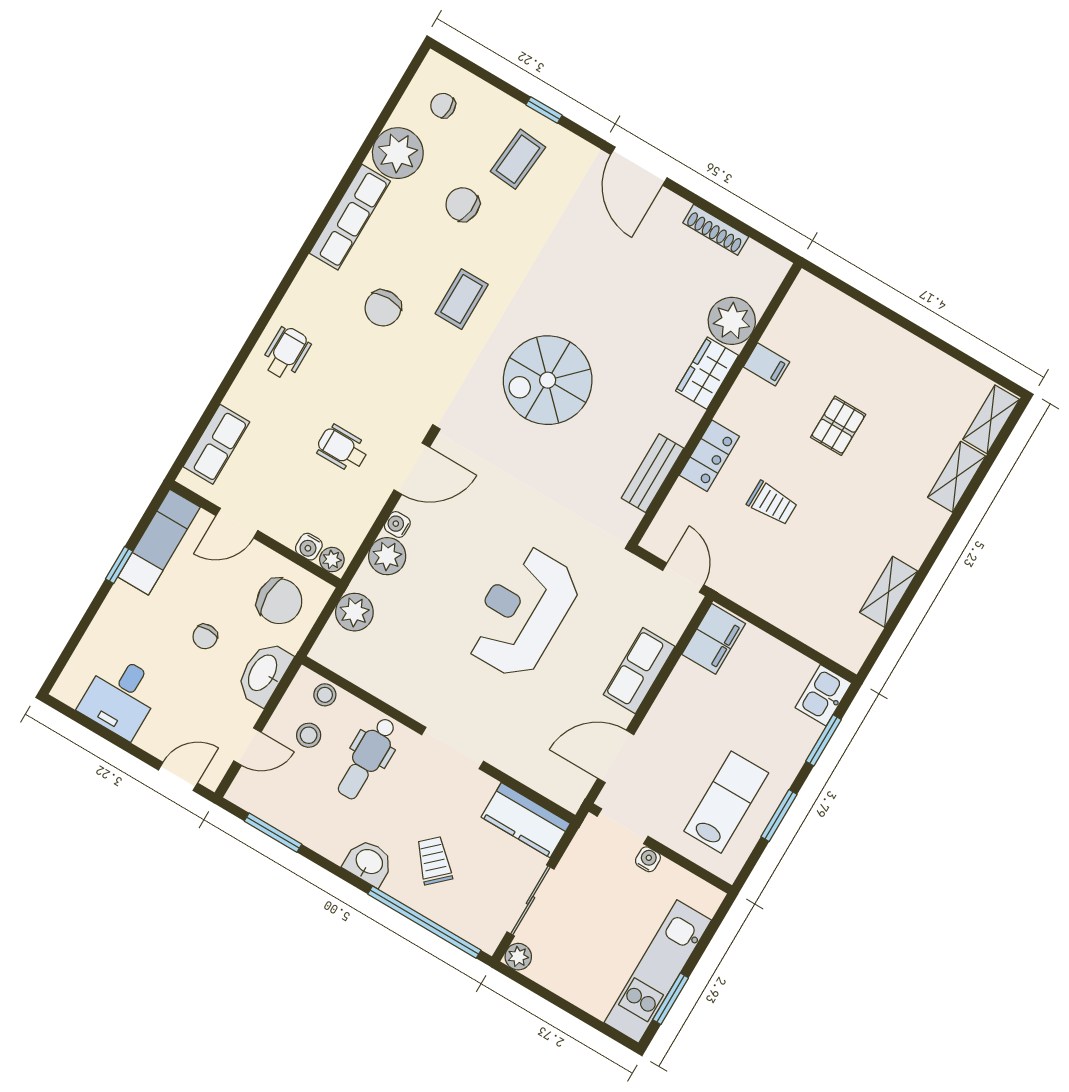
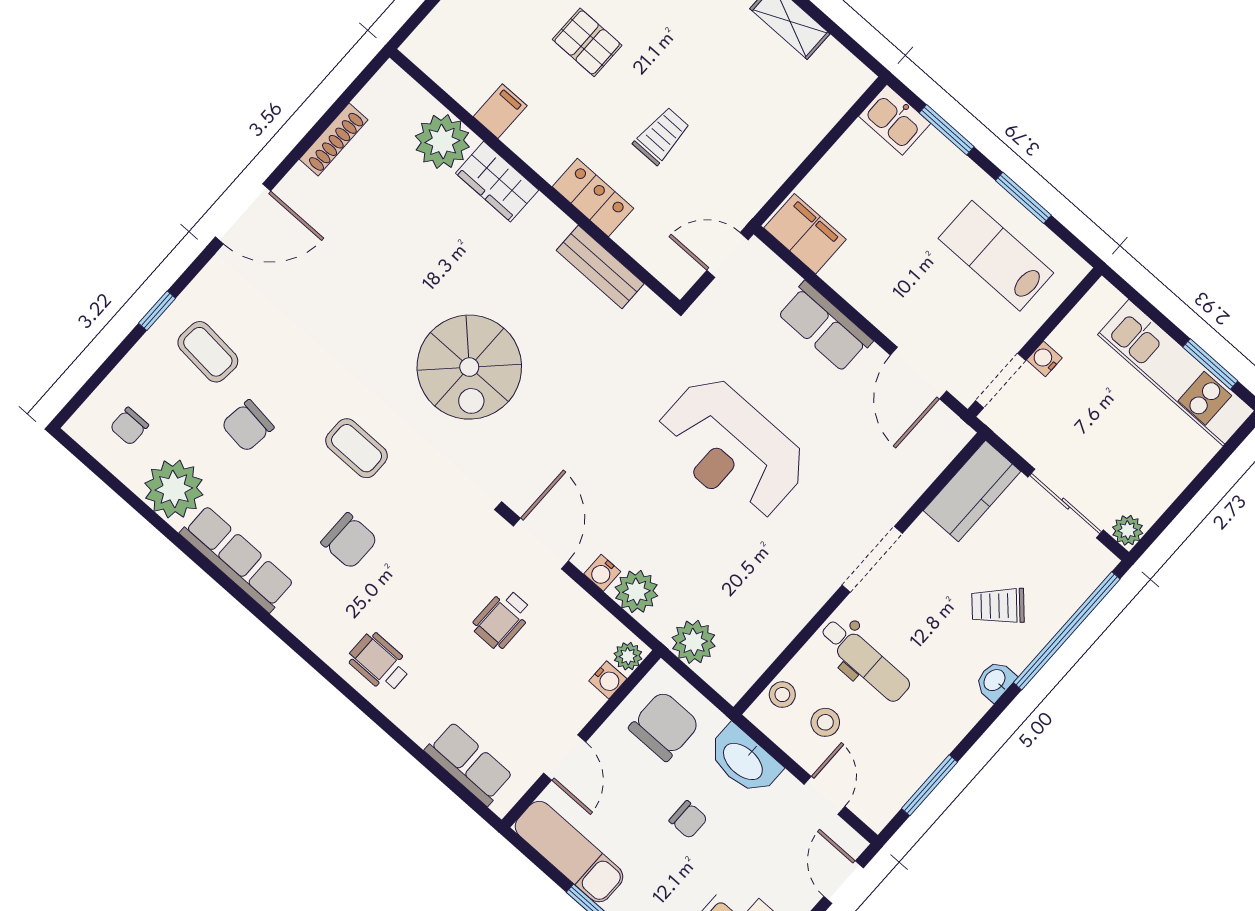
washbasin: (369, 862) -> (995, 681), width x0.72, depth x0.69

